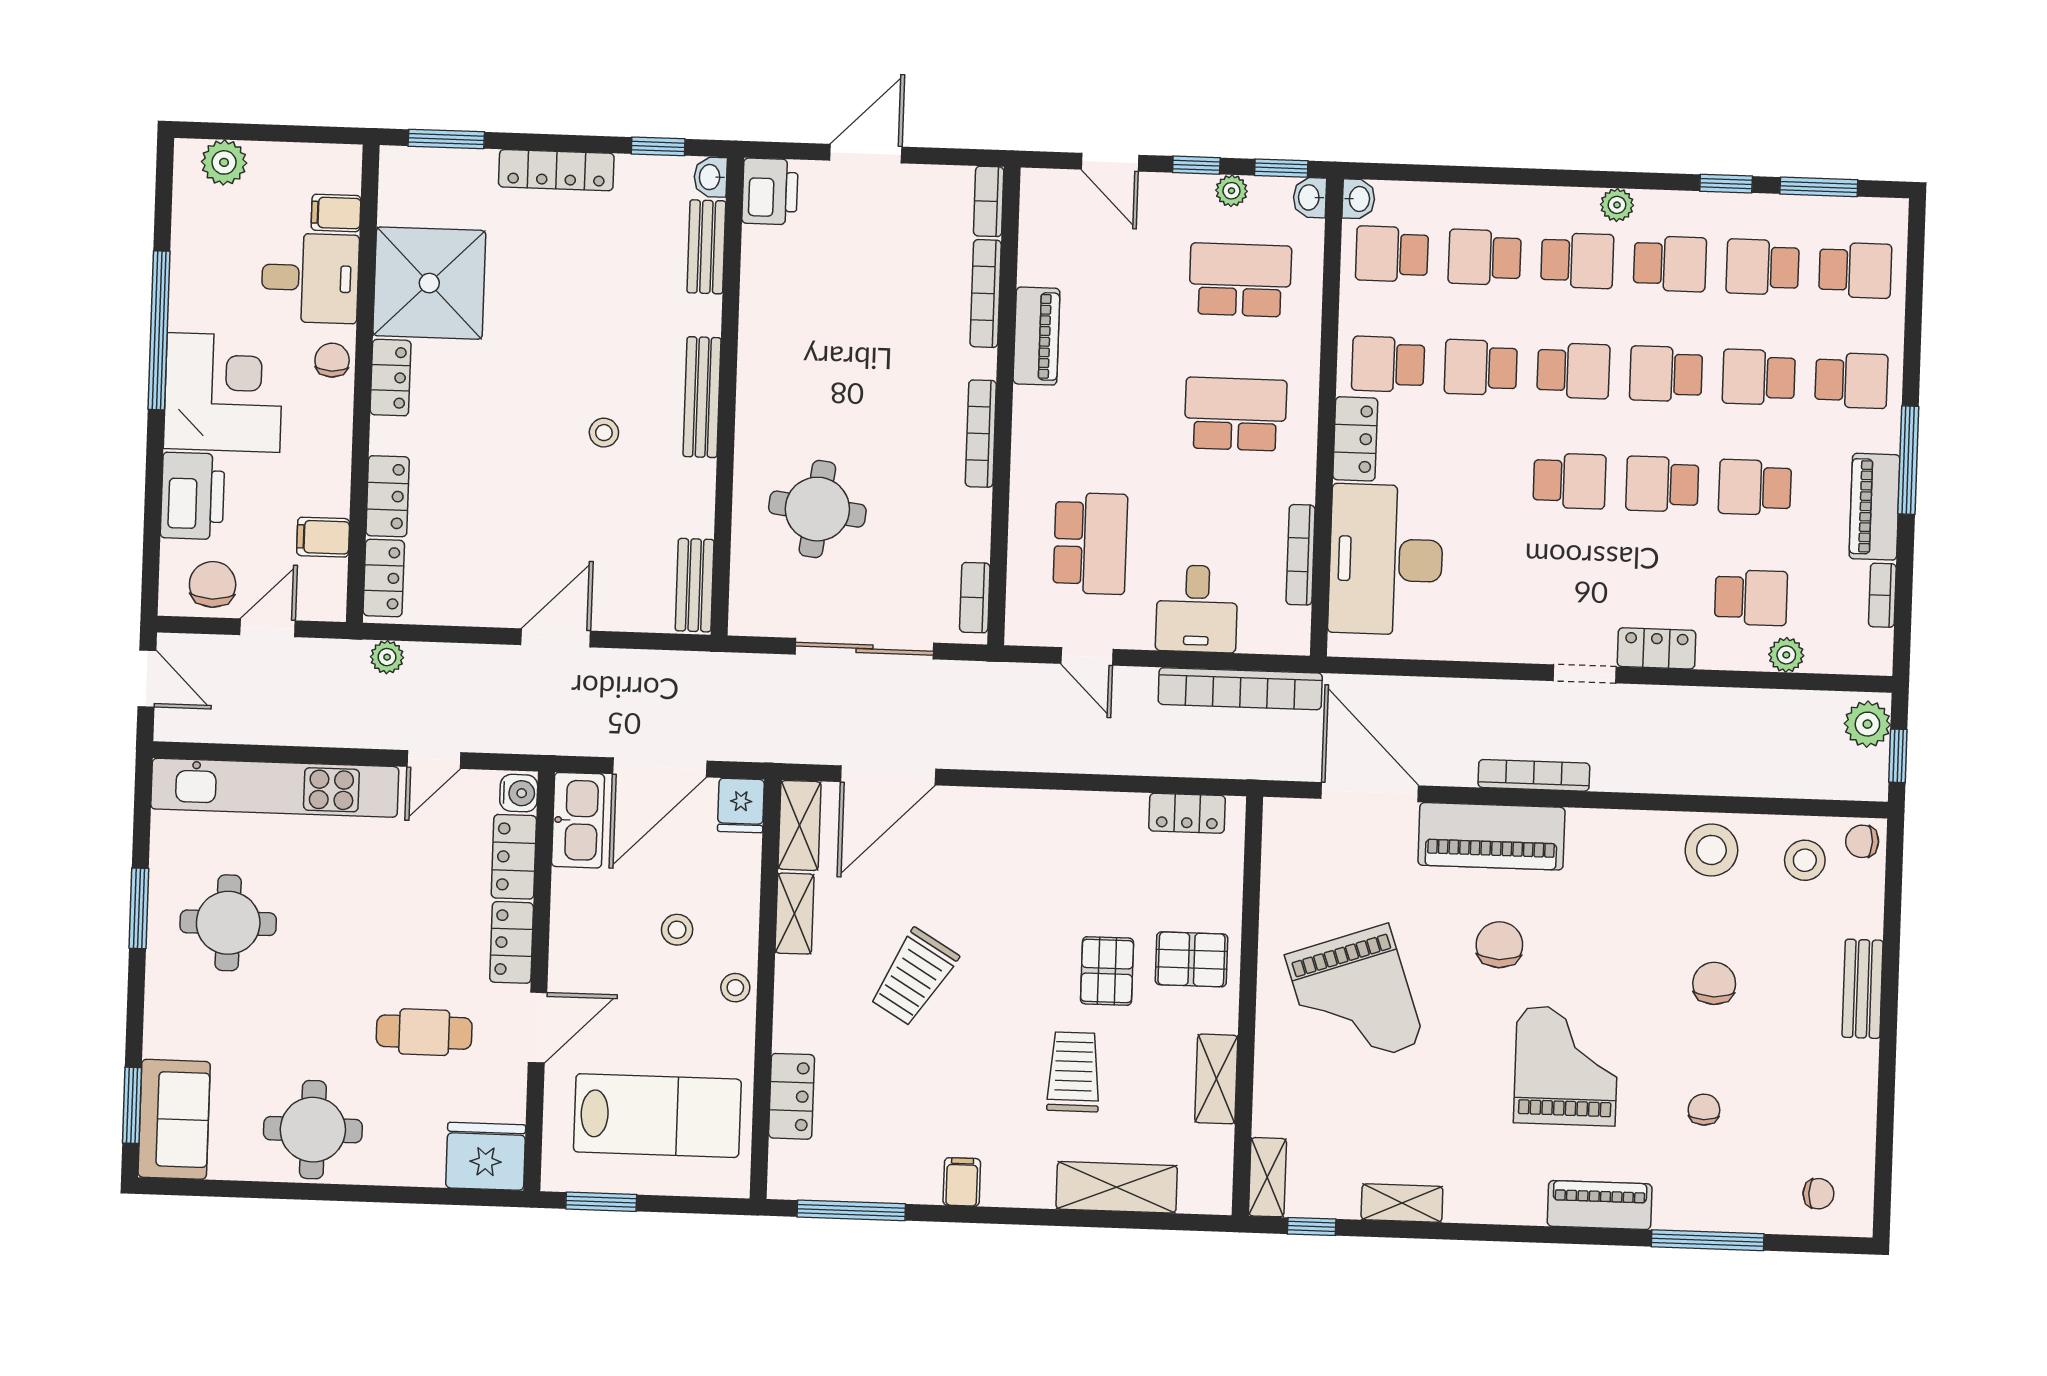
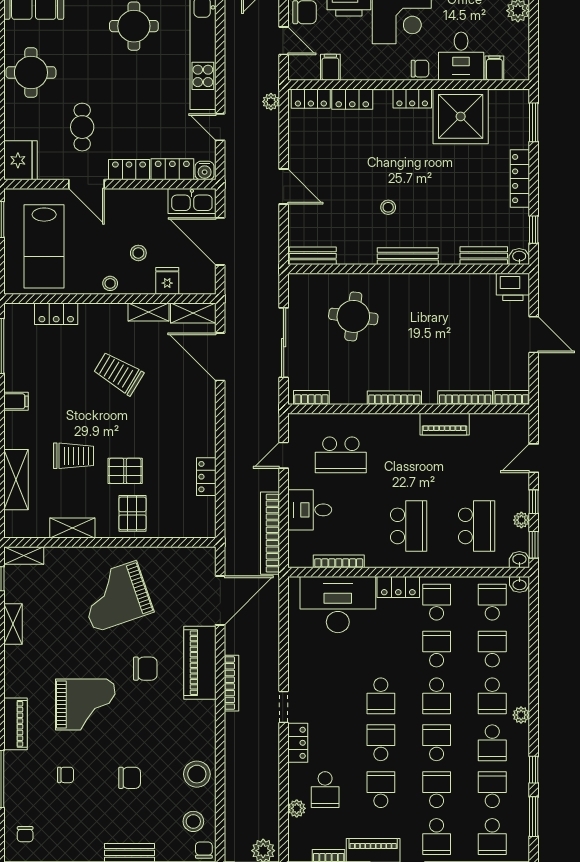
fridge: (741, 805) -> (167, 281), moved, turned 90
locker: (1187, 813) -> (206, 477), moved

